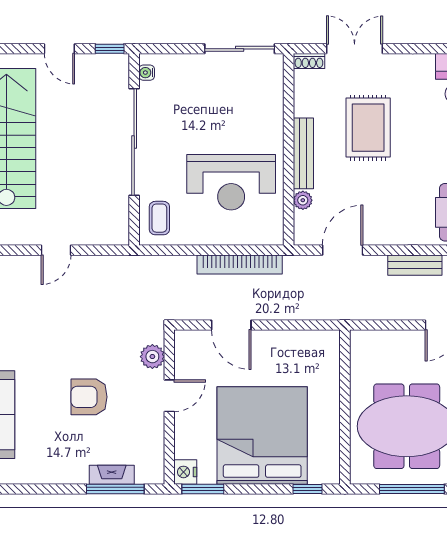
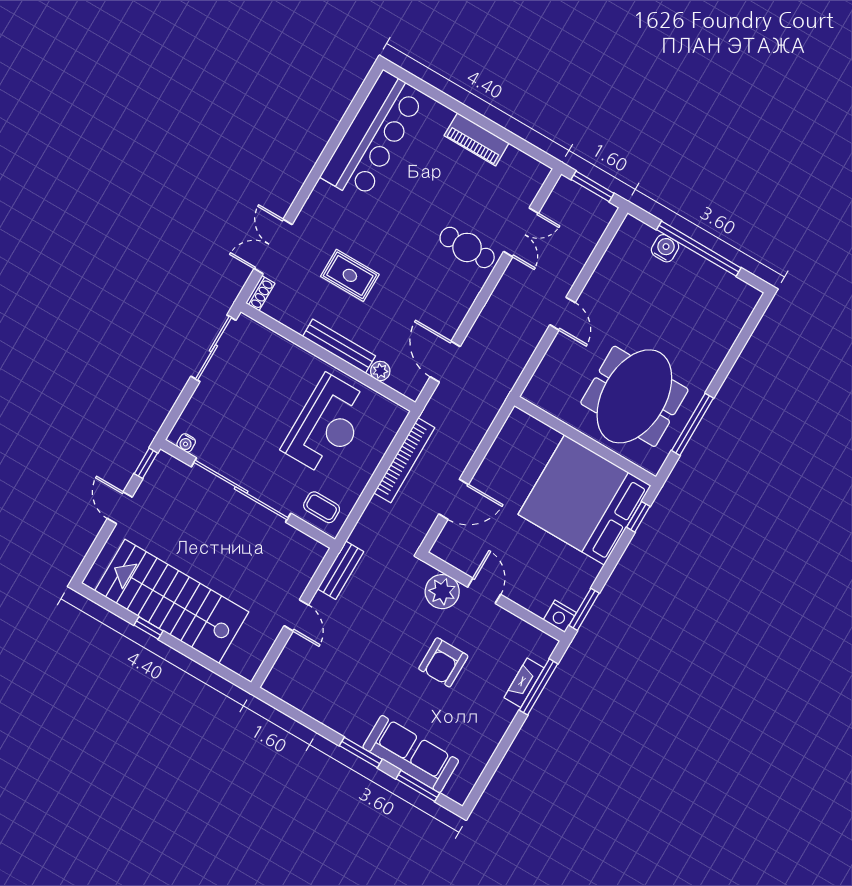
door: (59, 49) -> (120, 508), swing flipped
rug: (368, 128) -> (350, 275), width x0.73, depth x0.70
bench: (415, 265) -> (341, 570), moved
plant: (152, 357) -> (442, 592), width x1.36, depth x1.36
bed: (262, 435) -> (585, 500), moved

